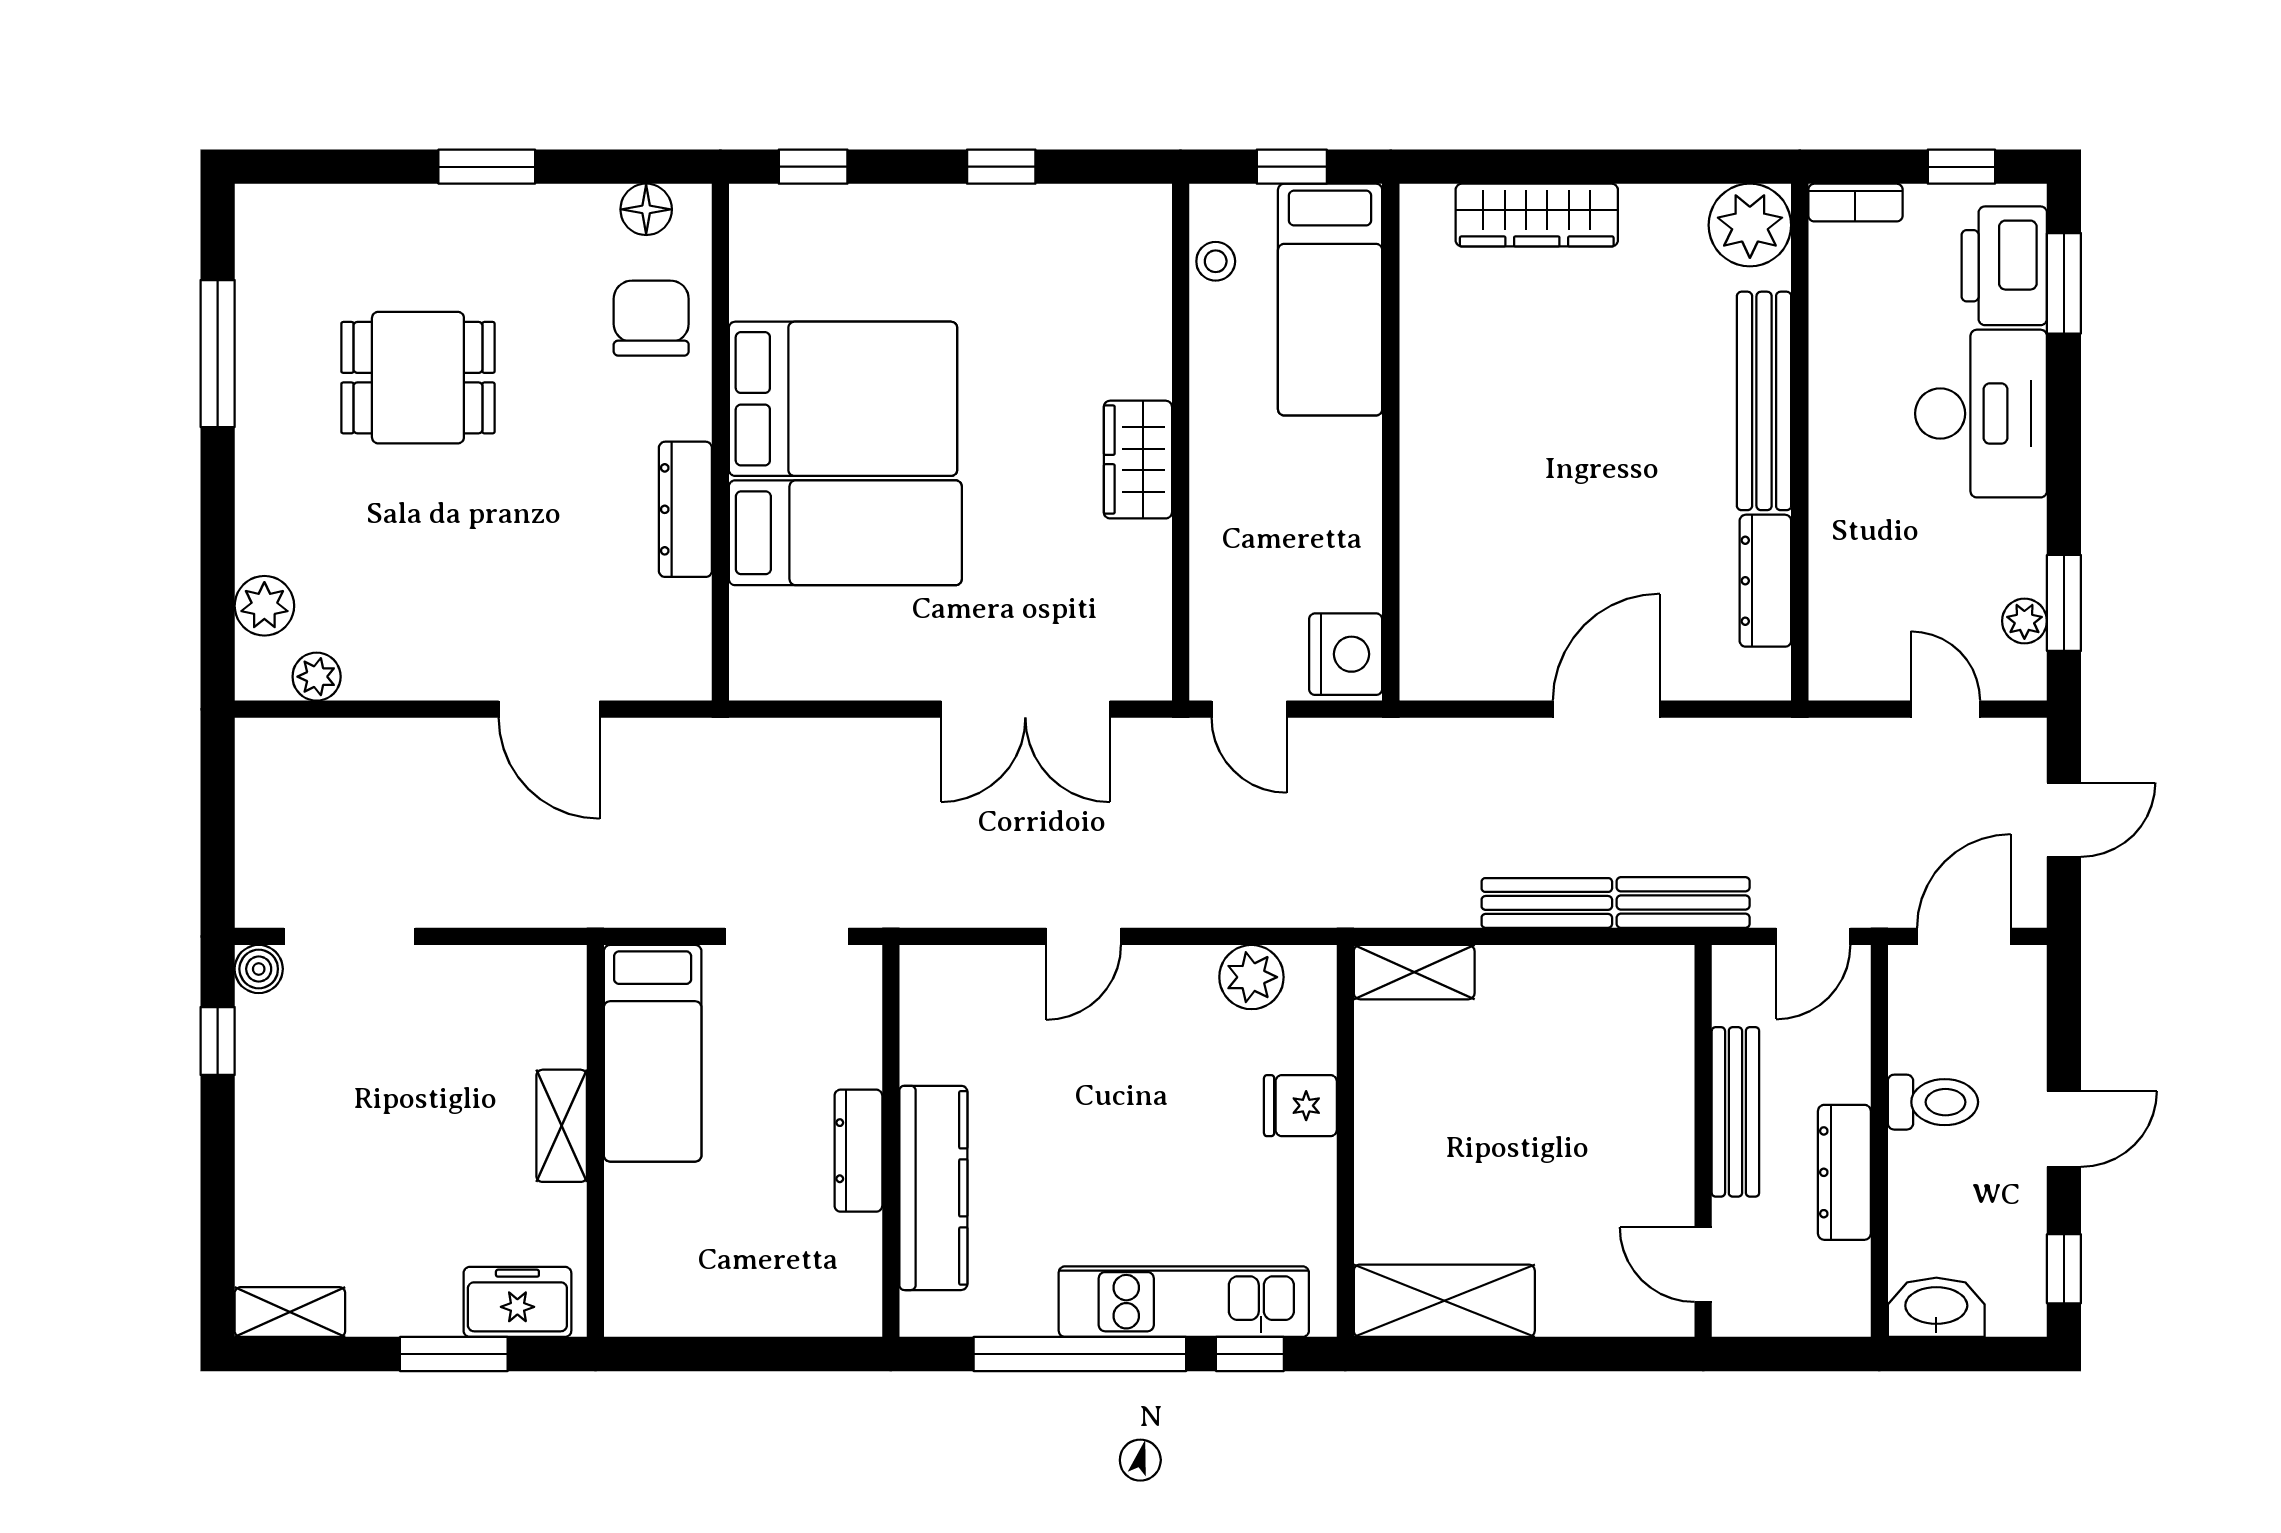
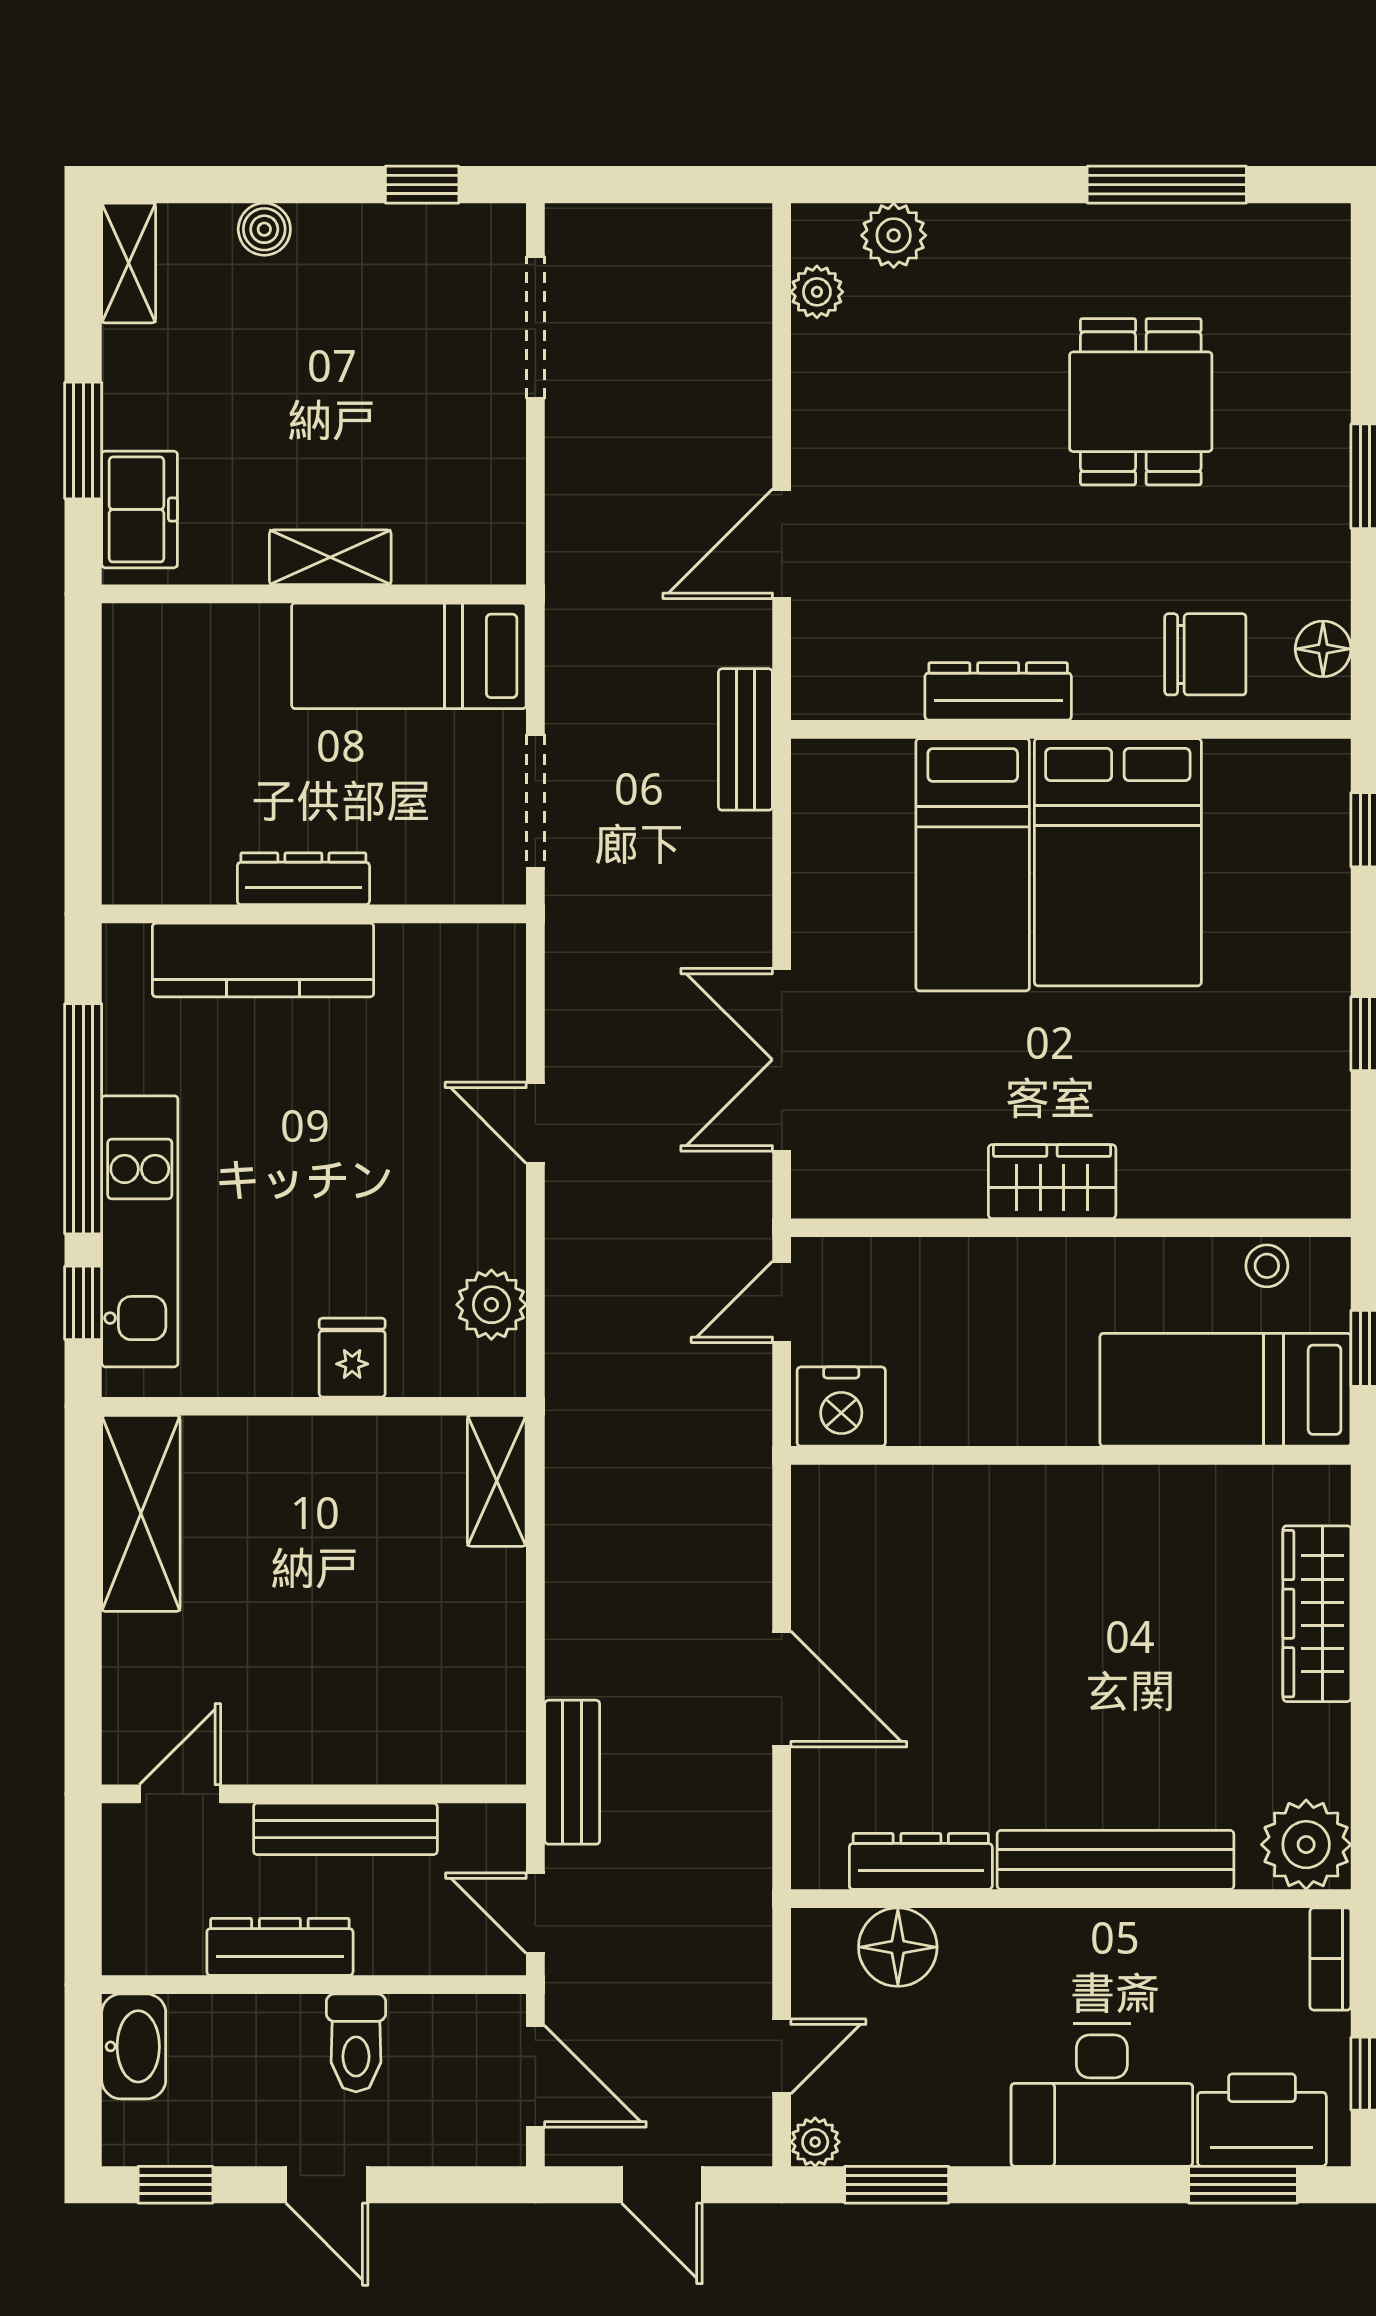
floor lamp: (1845, 602) -> (898, 1947), added
plant: (2024, 621) -> (815, 2142), moved
bench: (1547, 903) -> (745, 739), moved
boiler: (259, 969) -> (264, 229), moved

